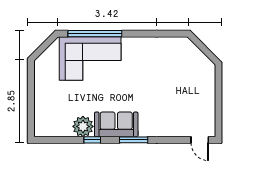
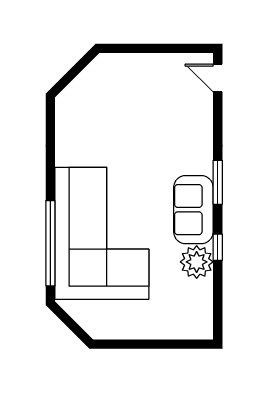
corner sofa: (90, 59) -> (102, 233), width x1.36, depth x1.36
door: (200, 140) -> (218, 78), swing flipped

